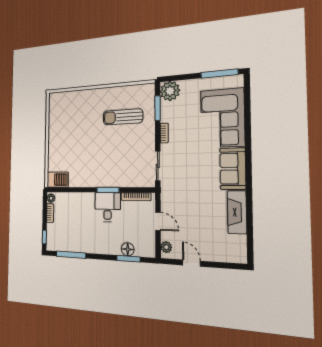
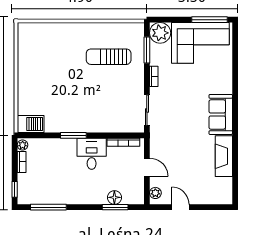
corner sofa: (222, 118) -> (200, 43), moved, turned -90
window: (108, 190) -> (73, 135), moved

